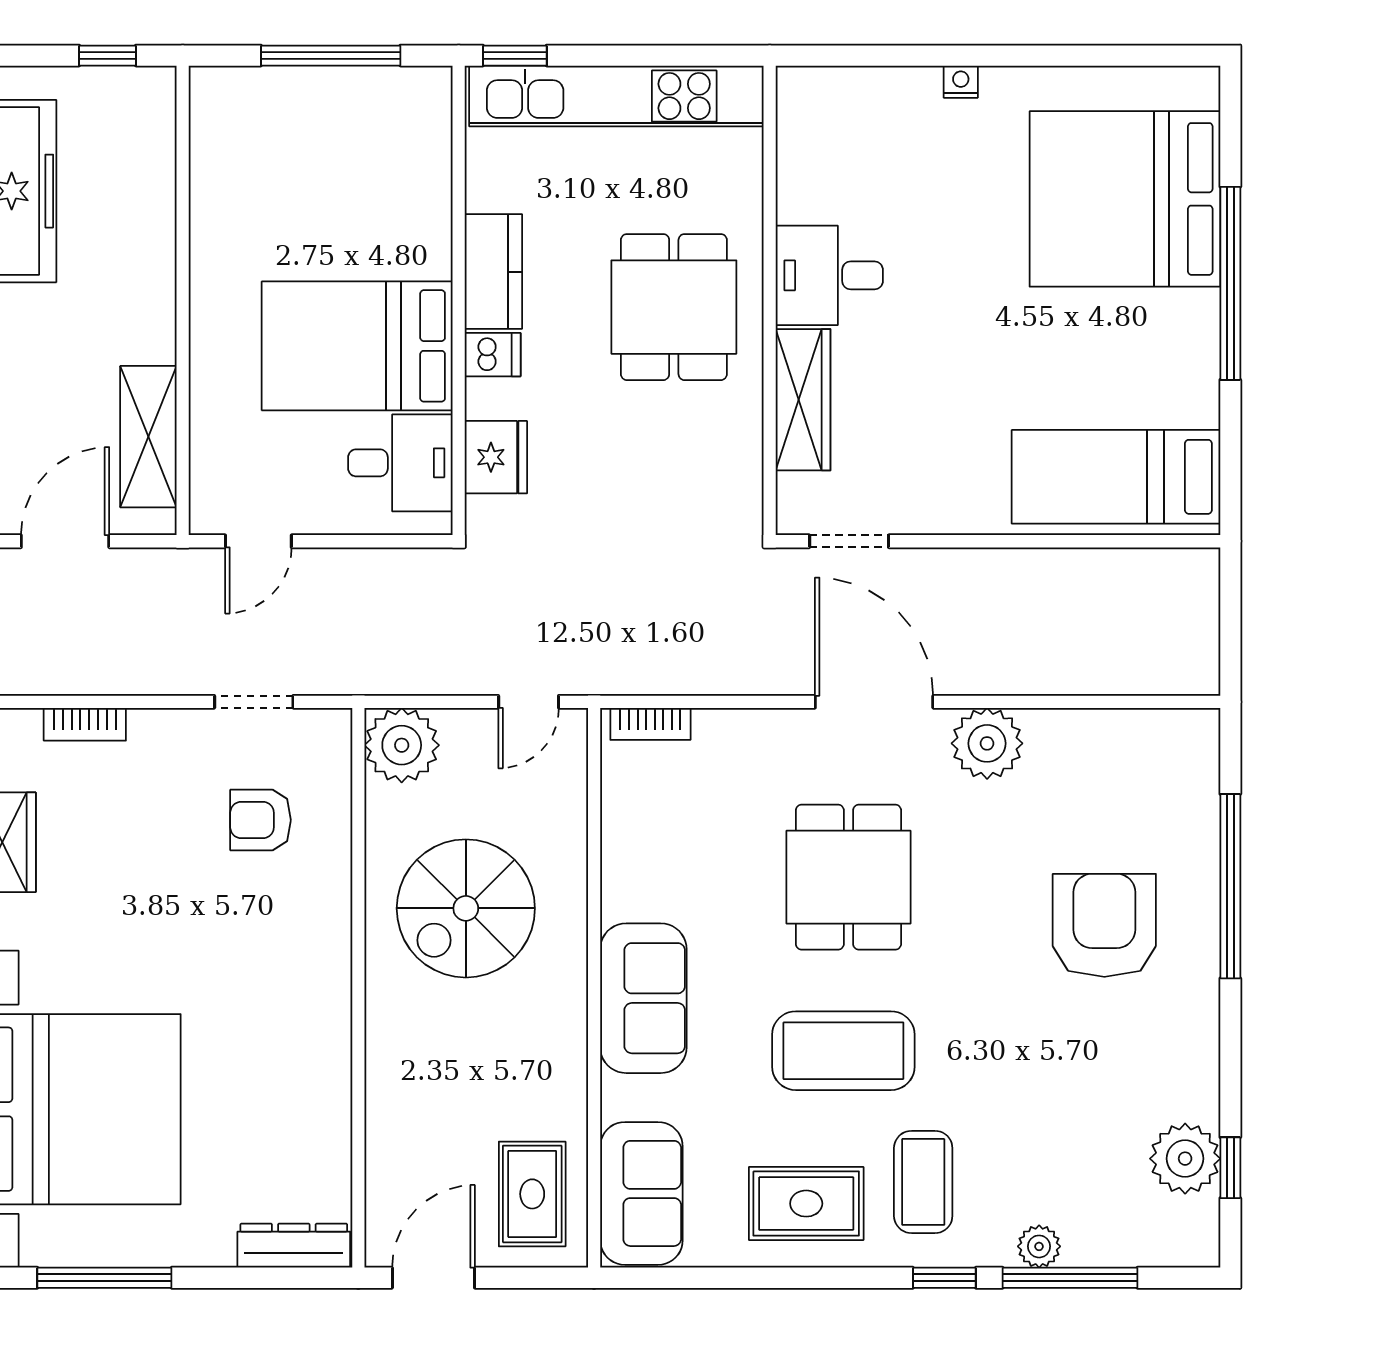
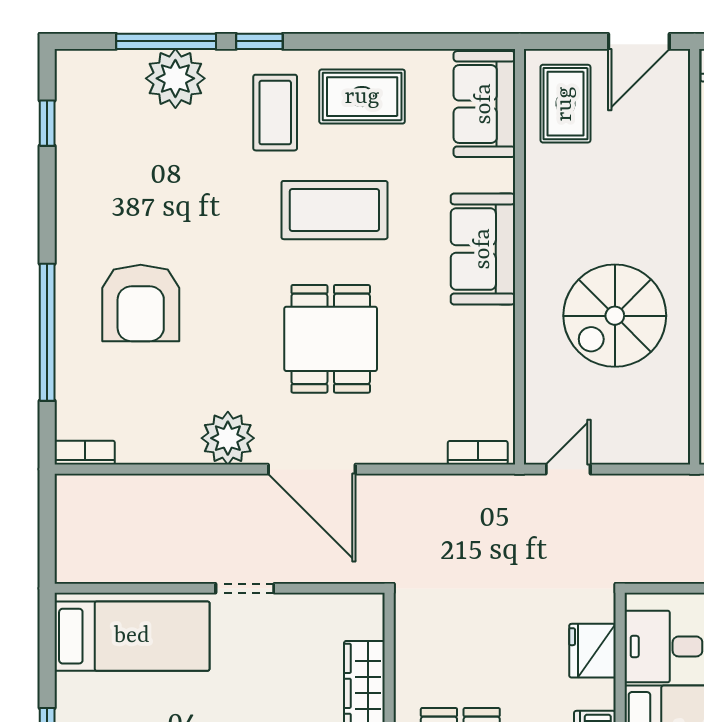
doorway: (849, 541) -> (245, 588), moved
bookcase: (1180, 724) -> (85, 453), added
plant: (402, 745) -> (662, 437), removed
spiral stairs: (466, 908) -> (615, 316), turned 180
plant: (1185, 1159) -> (81, 130), removed
plant: (1039, 1246) -> (175, 78), width x1.88, depth x1.88

